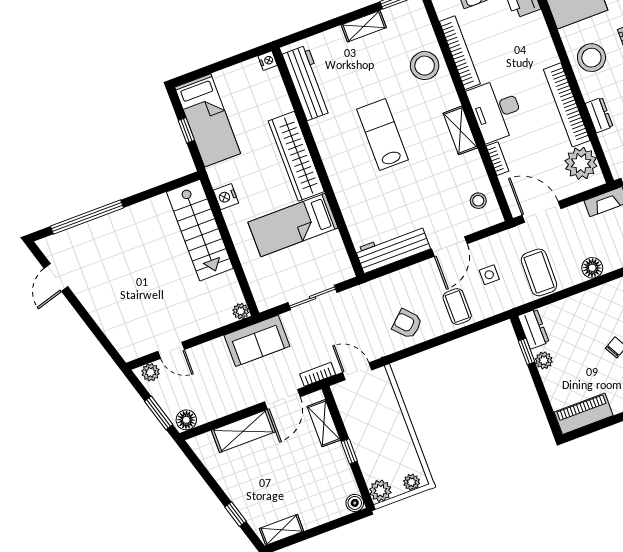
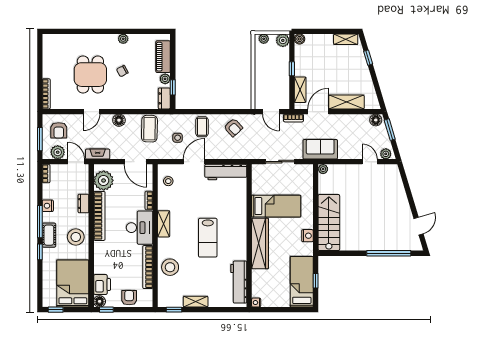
piano: (584, 414) -> (163, 57), moved, turned 90

